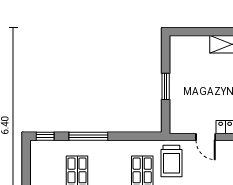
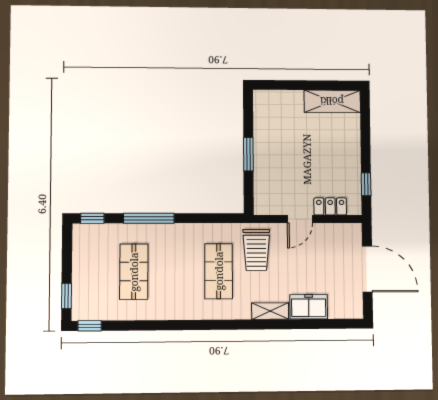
door: (206, 137) -> (300, 219), hinge flipped

